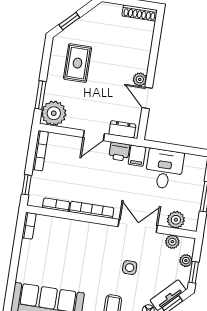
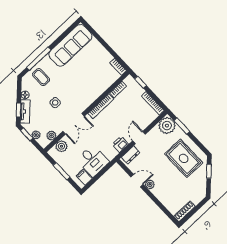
rug: (77, 63) -> (184, 158), width x1.36, depth x1.43
filing cabinet: (137, 156) -> (84, 177), moved

